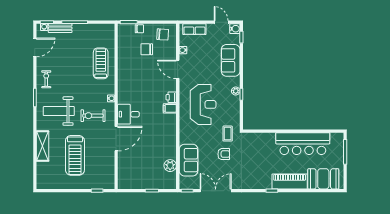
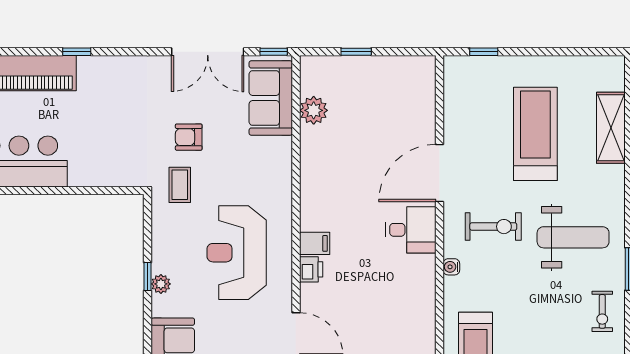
shelving: (43, 146) -> (611, 128), moved
sofa: (189, 160) -> (271, 98), moved

